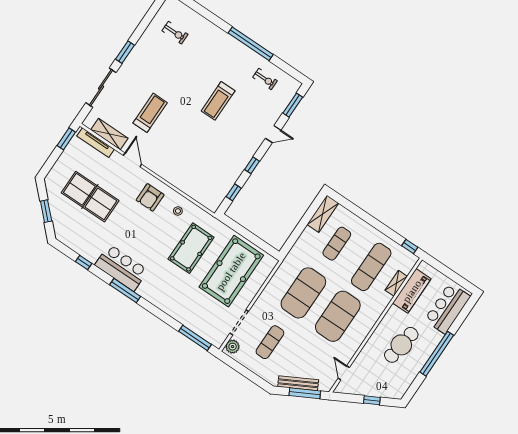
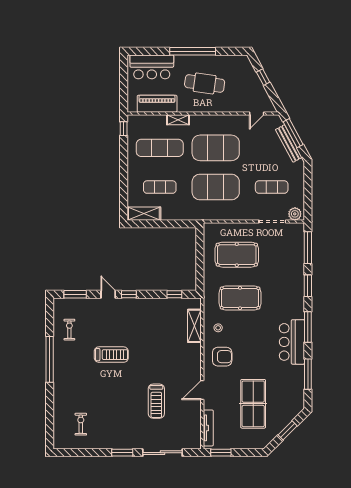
treadmill: (150, 113) -> (156, 401), turned -90
shelving: (109, 134) -> (194, 326), moved
window: (252, 165) -> (129, 294), moved
window: (84, 262) -> (308, 374), width x2.17
pool table: (231, 271) -> (237, 255), width x0.73, depth x0.76
shelving: (396, 283) -> (178, 120), moved
window: (161, 315) -> (308, 286), added

